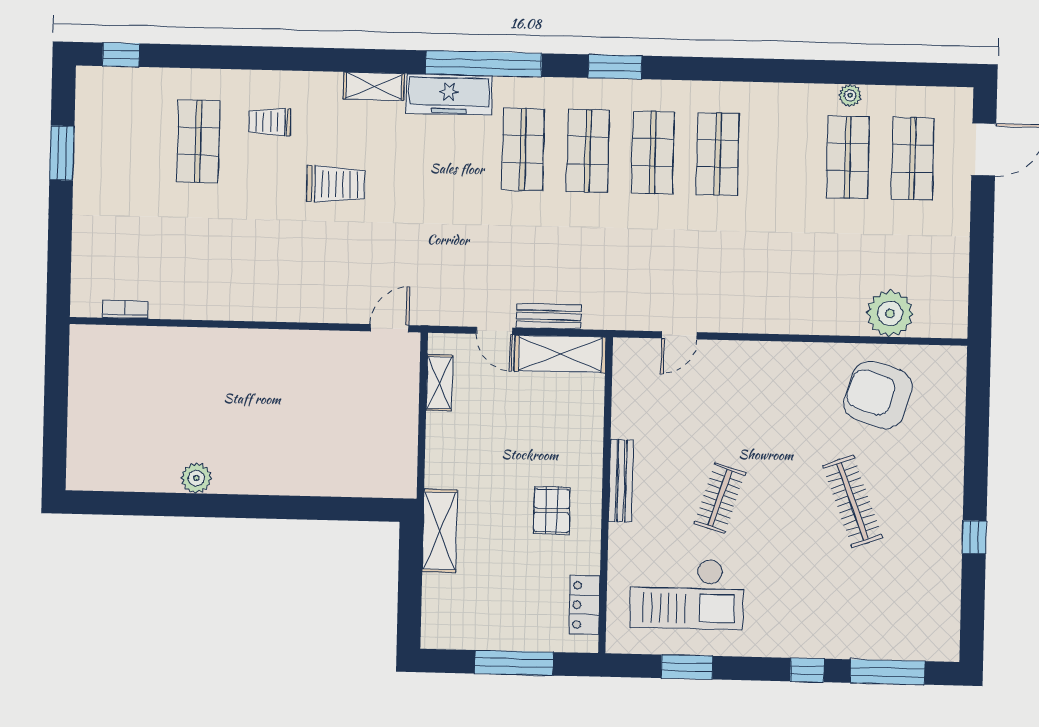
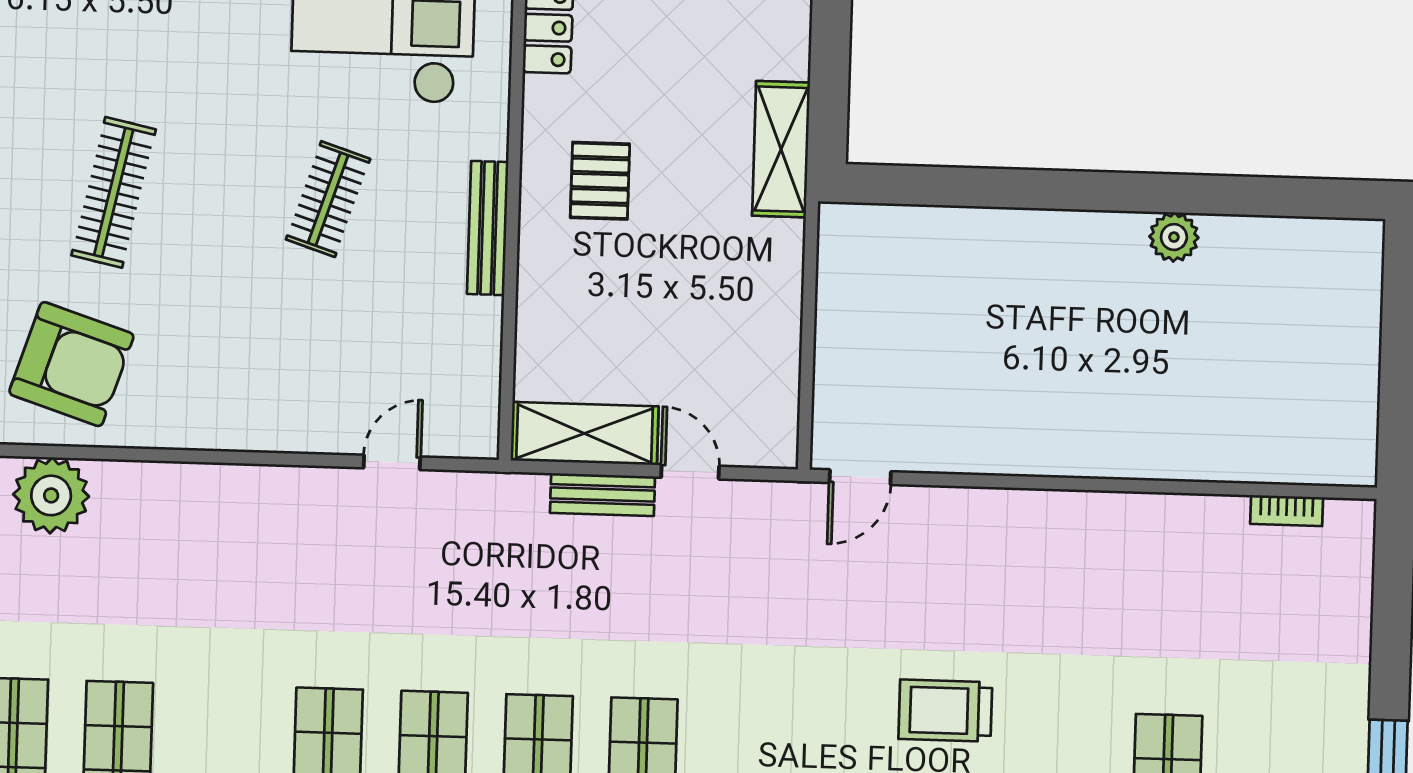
shelving: (439, 383) -> (780, 389), removed
clothes rail: (853, 501) -> (114, 192), turned 33

